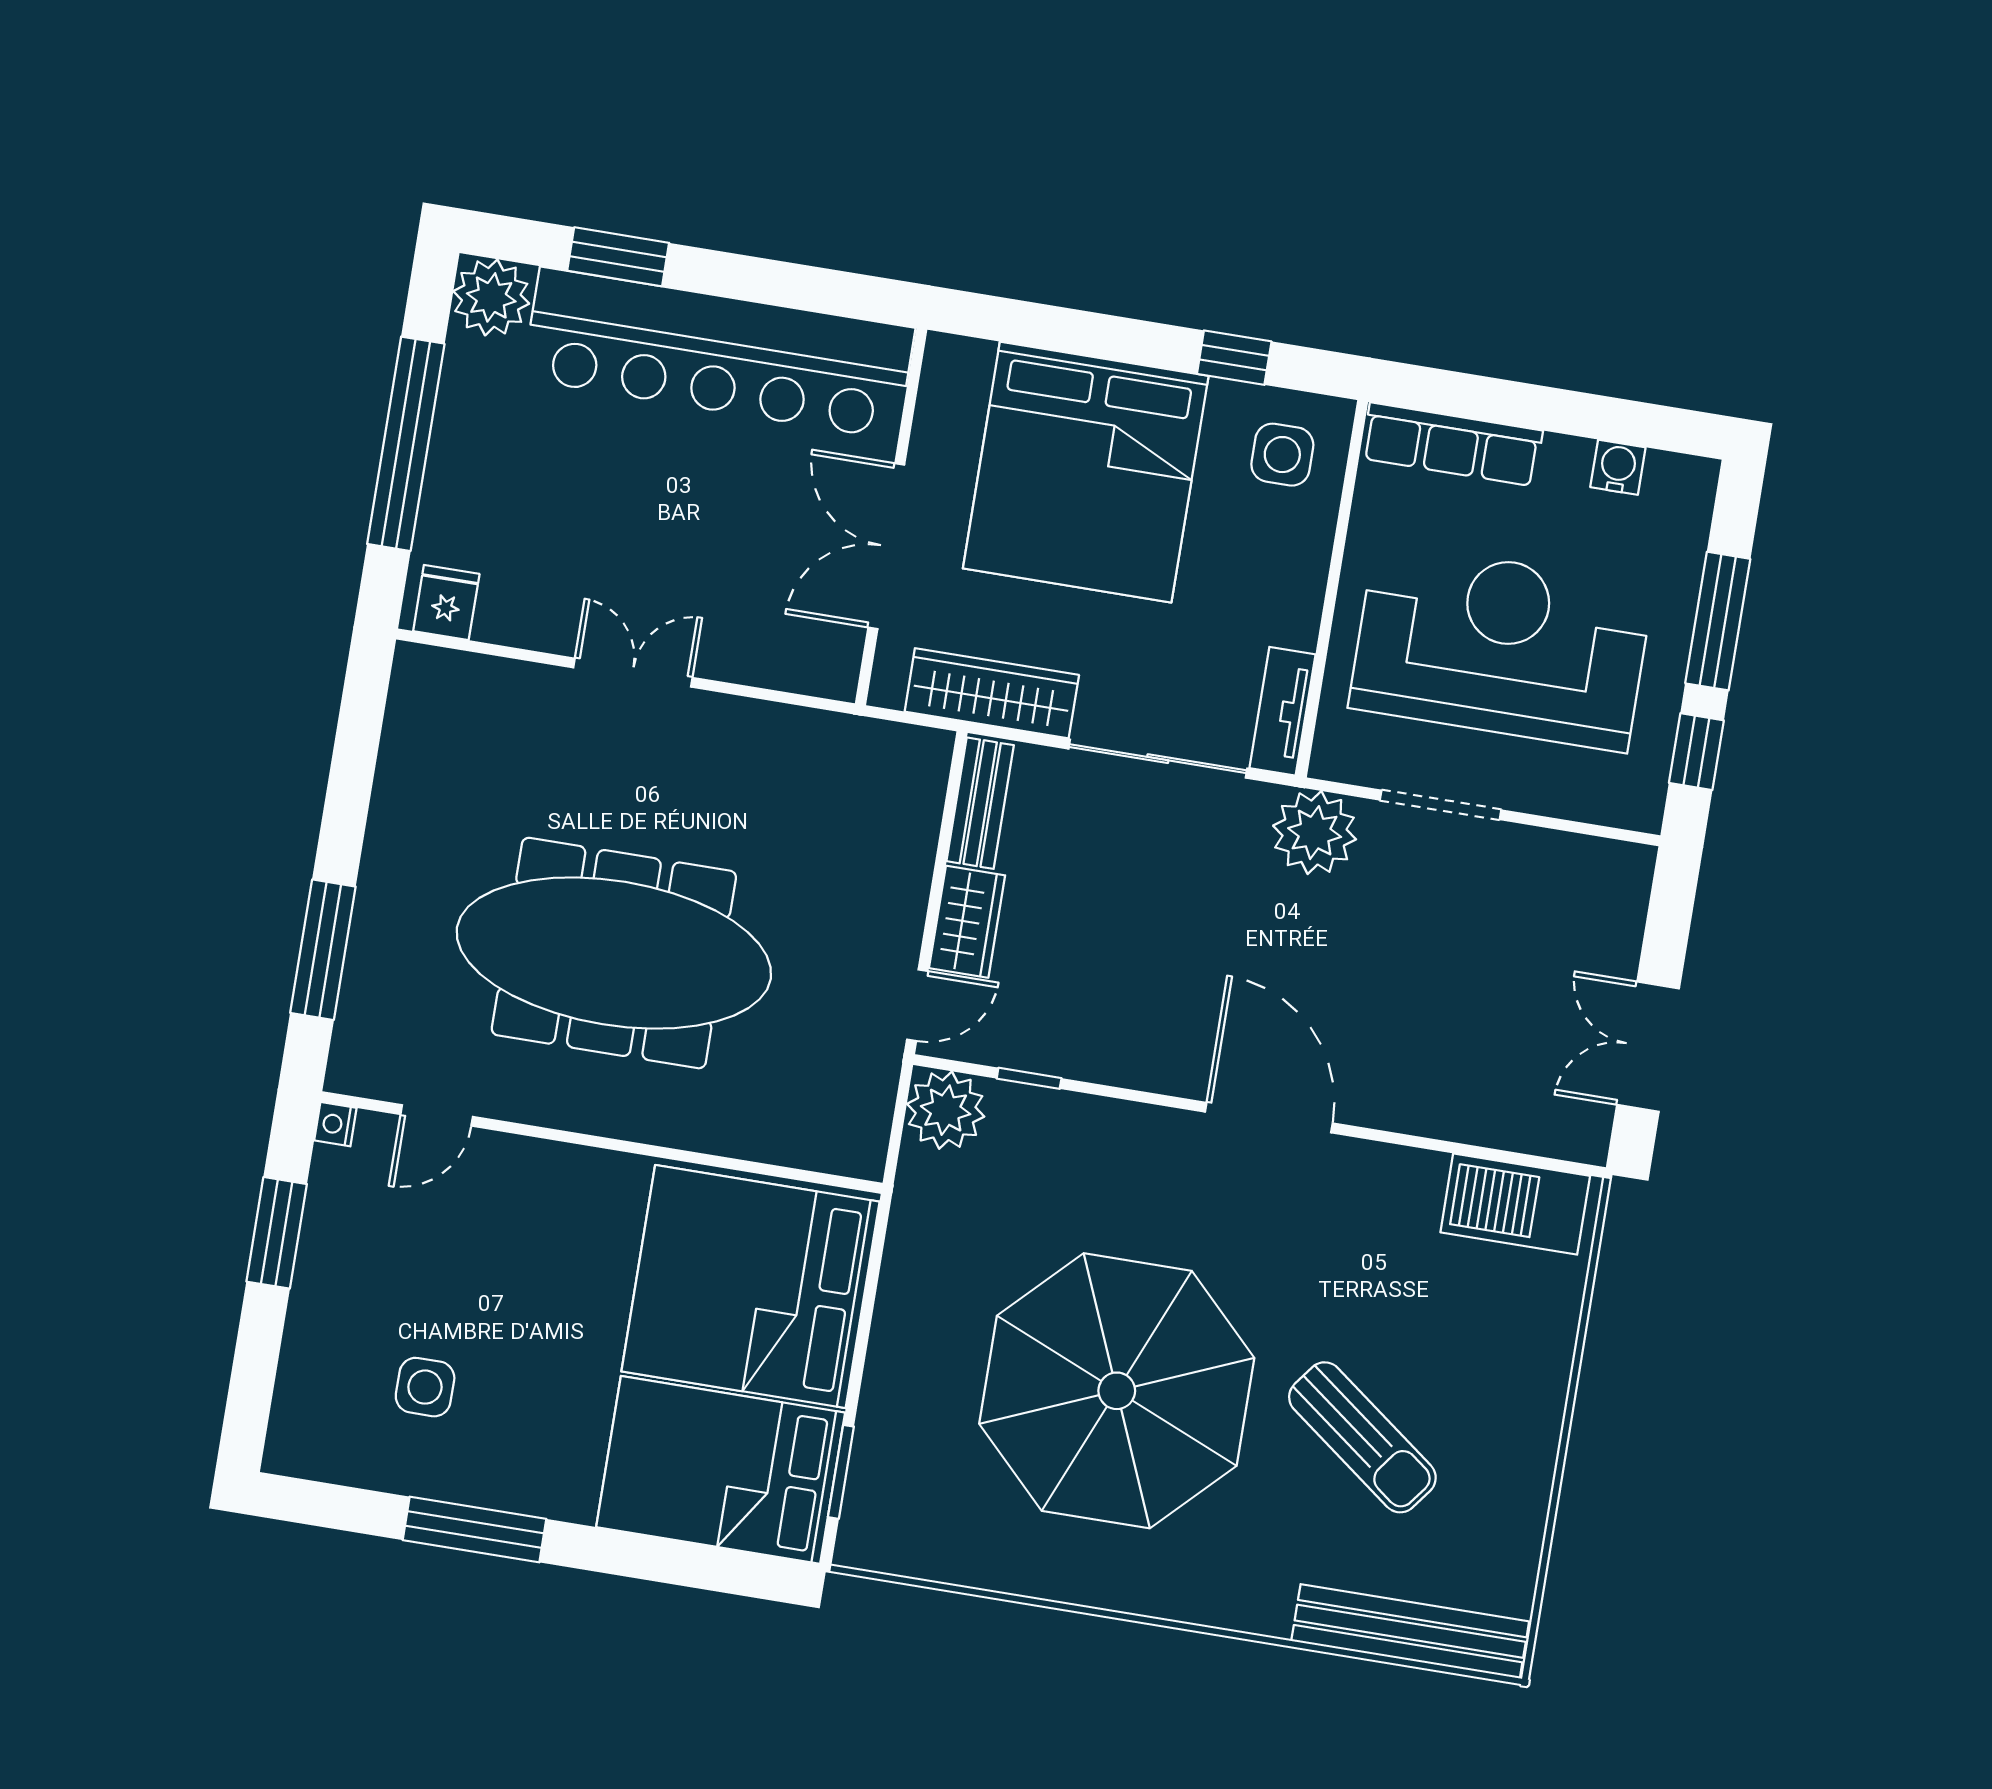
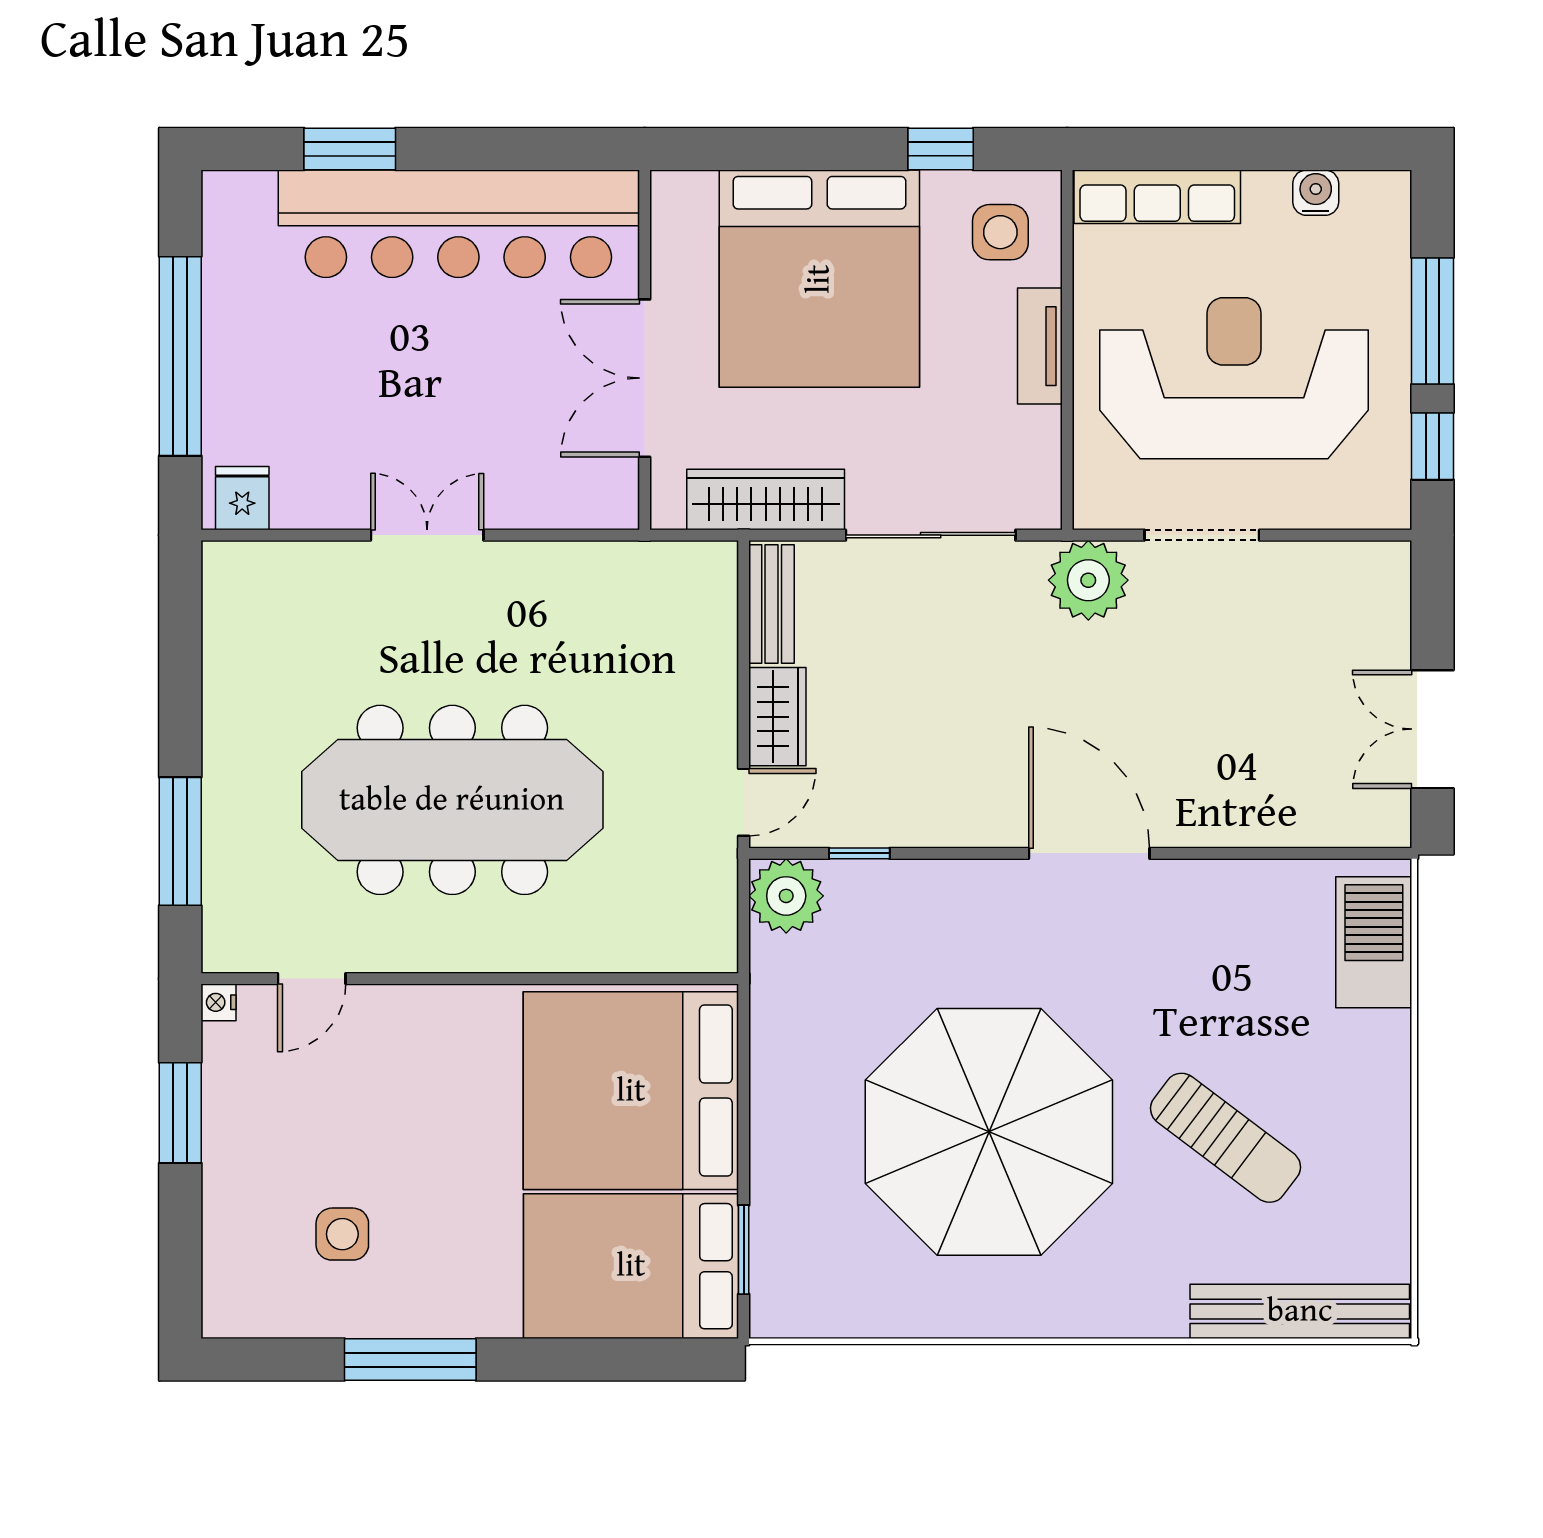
plant: (491, 297) -> (238, 206), removed
tv unit: (1283, 711) -> (1040, 346), moved
barbecue: (1515, 1204) -> (1374, 942), moved, turned 90

